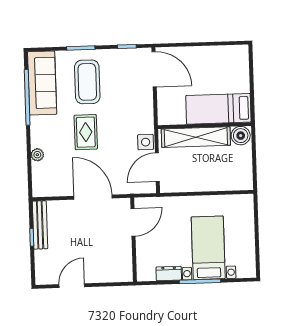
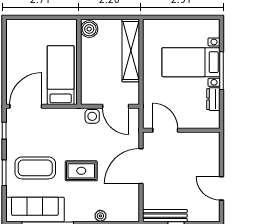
bed: (218, 109) -> (61, 75), moved, turned 180
shelving: (196, 137) -> (131, 50), moved

